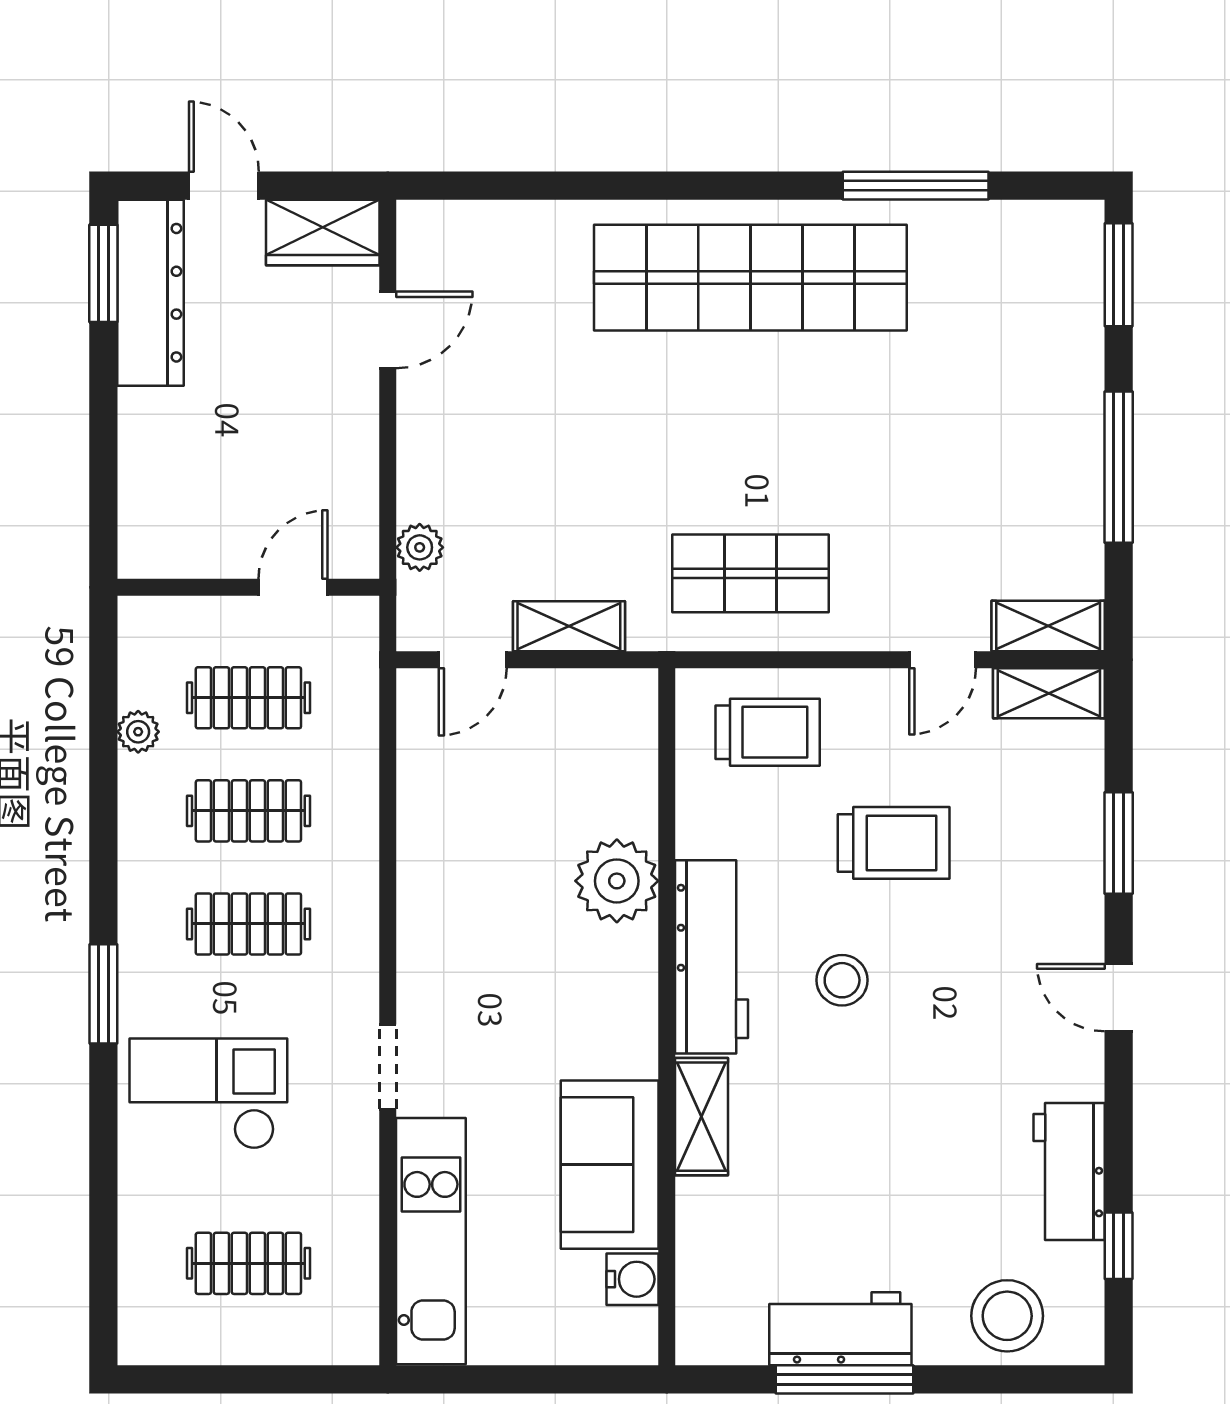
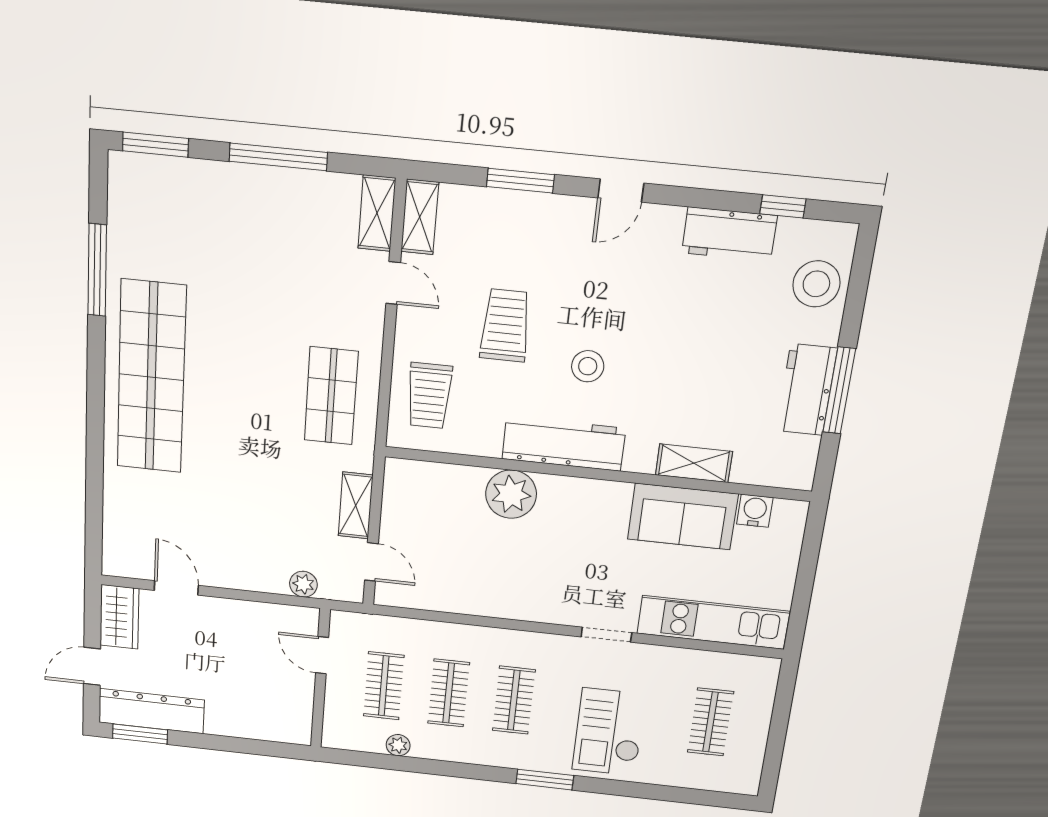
trolley: (768, 732) -> (429, 396), turned 180
shelving: (702, 1117) -> (694, 463), moved

